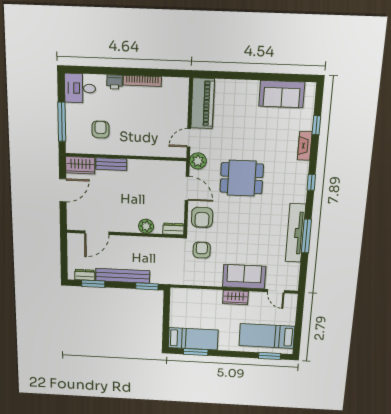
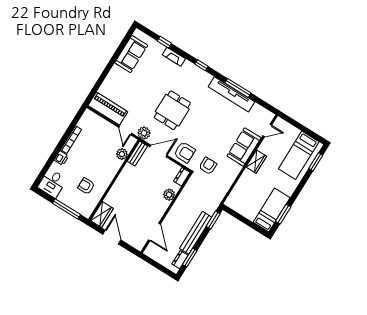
plant: (160, 149) -> (122, 154), added
bench: (111, 164) -> (137, 154), moved
armchair: (202, 250) -> (208, 166), turned 90

